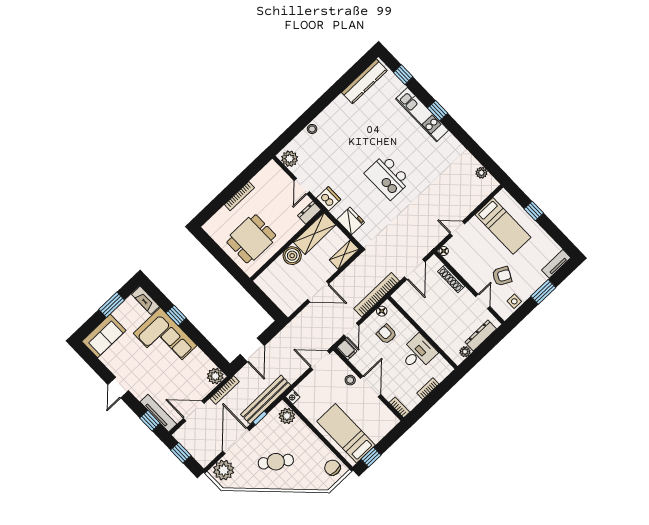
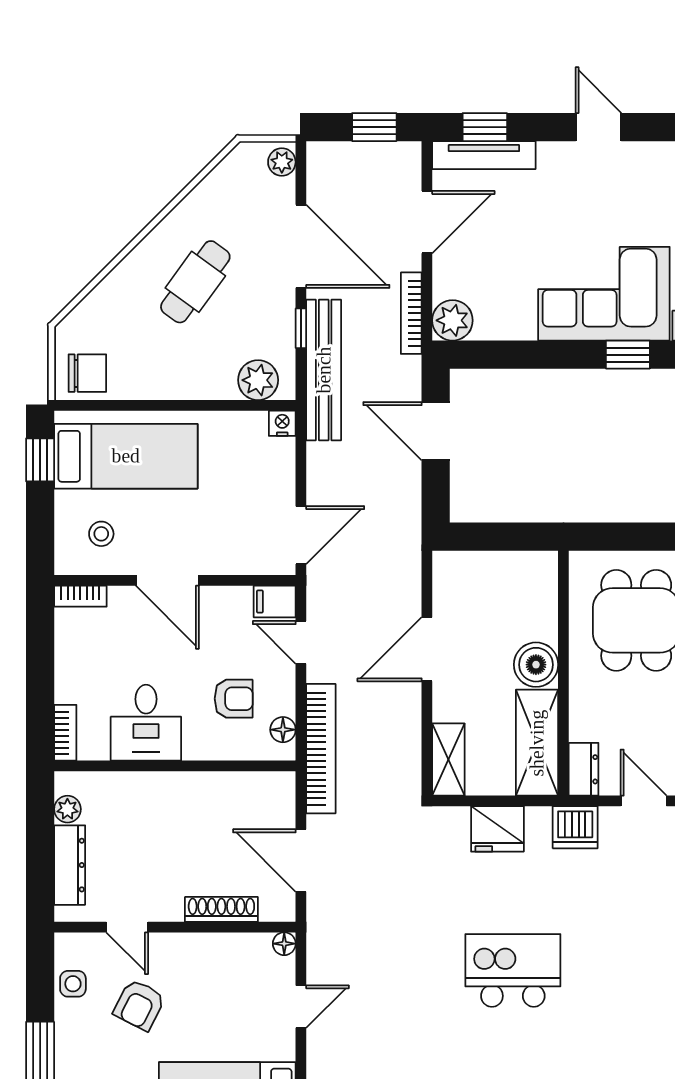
stool: (350, 380) -> (101, 534), moved
bookcase: (428, 389) -> (65, 733), moved
plant: (224, 470) -> (282, 162), width x0.53, depth x0.53

